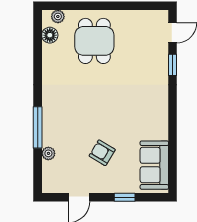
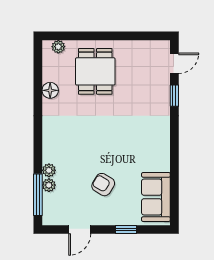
floor lamp: (50, 35) -> (50, 90), moved
window: (38, 127) -> (38, 195), moved
plant: (49, 139) -> (49, 170), added

